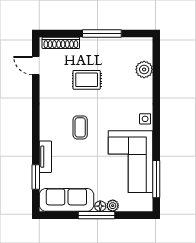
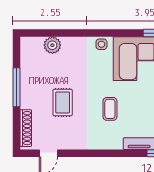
coffee table: (80, 127) -> (110, 109), turned 90

